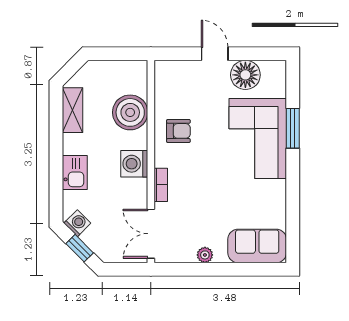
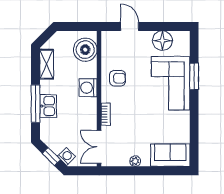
door: (215, 54) -> (130, 26), moved
boiler: (130, 112) -> (85, 50), moved
washing machine: (134, 164) -> (88, 88), moved
window: (56, 169) -> (36, 104), added
washing machine: (77, 223) -> (66, 156), moved

